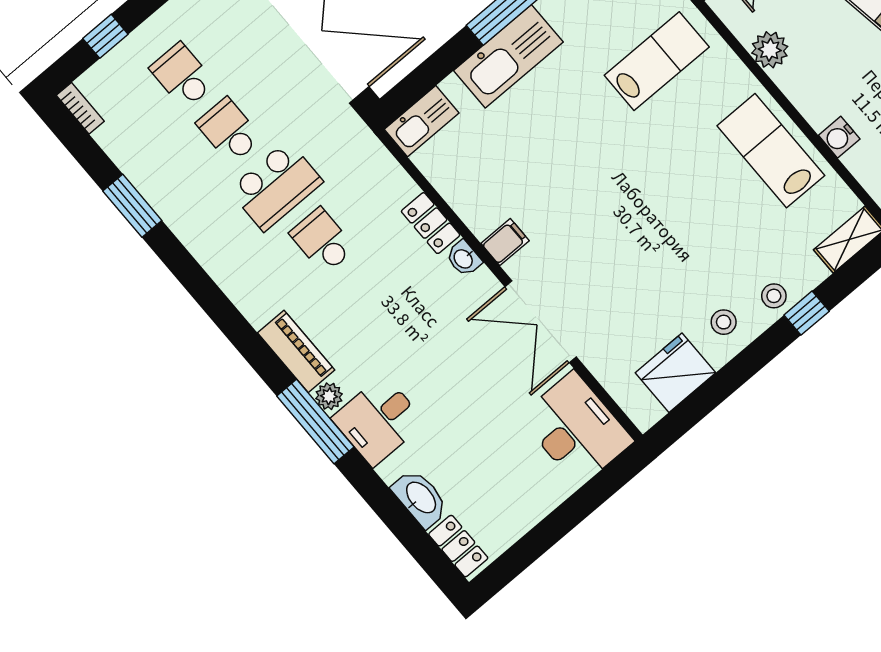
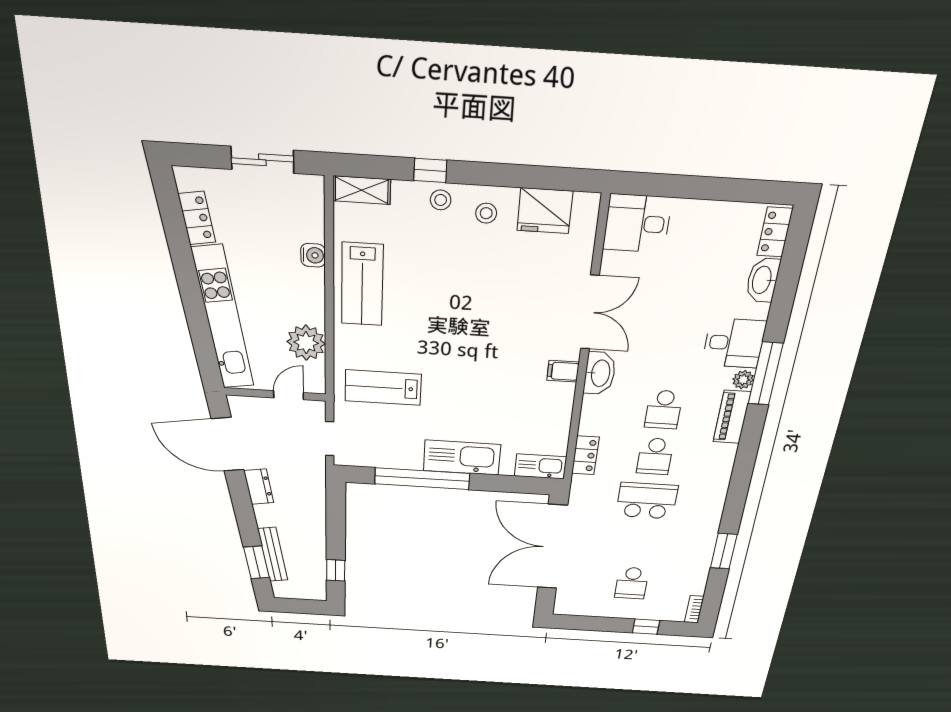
plant: (770, 50) -> (306, 343), width x1.36, depth x1.36
school desk: (229, 131) -> (664, 410), moved
locker: (431, 223) -> (585, 455), moved
washbasin: (464, 258) -> (600, 373), width x1.91, depth x1.45
desk: (576, 429) -> (637, 223), width x0.73

